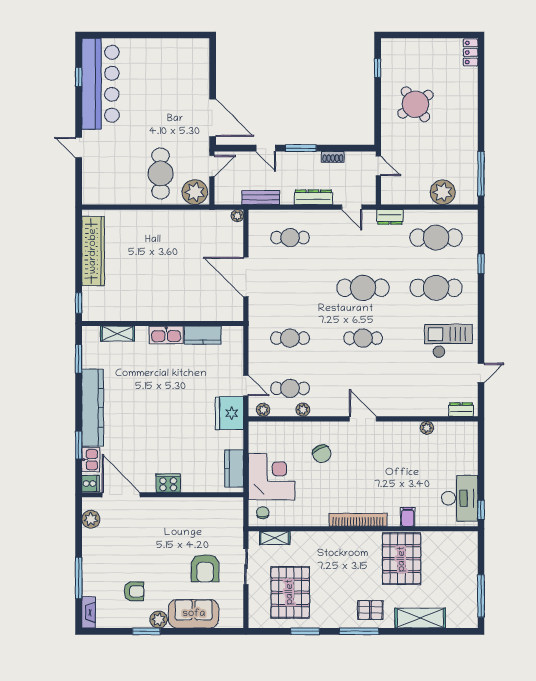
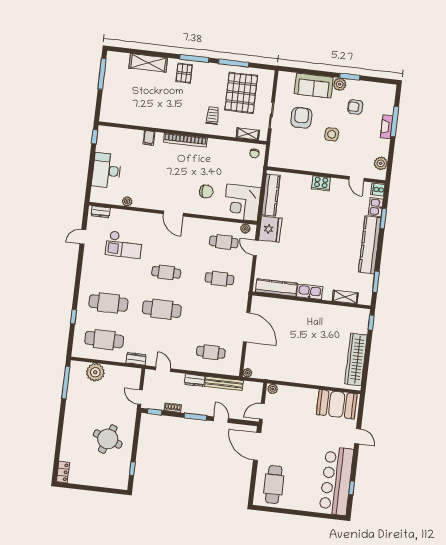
round table: (415, 104) -> (108, 439), turned -34
window: (356, 148) -> (155, 412), added
cafe table: (161, 174) -> (274, 484), moved
booth: (112, 187) -> (337, 404), added
plant: (195, 192) -> (273, 389), width x0.53, depth x0.53
dresser: (313, 197) -> (195, 380), width x0.70
bench: (261, 198) -> (224, 383), width x1.36
kitchen counter: (203, 335) -> (276, 288), width x1.50
checkout: (448, 341) -> (124, 245), moved
plant: (303, 410) -> (216, 225), removed
chair: (322, 454) -> (206, 191), turned 115
kitchen counter: (234, 468) -> (271, 195), width x1.50
corner desk: (272, 477) -> (242, 203), moved
door: (121, 495) -> (356, 179), width x0.53
desk: (460, 498) -> (106, 171), moved
side table: (162, 551) -> (332, 134), added
trolley: (325, 557) -> (213, 116), added
pallet: (402, 559) -> (157, 108), removed
pallet: (370, 610) -> (184, 73), turned 90
fireplace: (89, 612) -> (387, 127), moved
window: (305, 631) -> (234, 63), width x1.44

